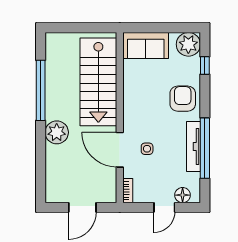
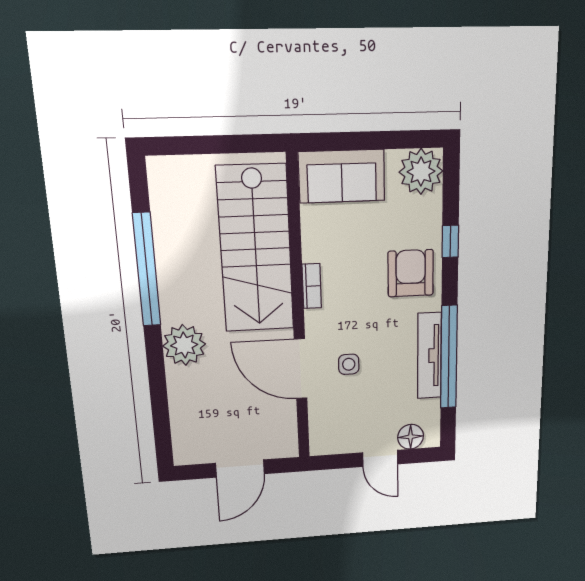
window: (205, 66) -> (450, 241), moved
bookcase: (128, 191) -> (312, 286), moved
door: (164, 207) -> (380, 458), hinge flipped

